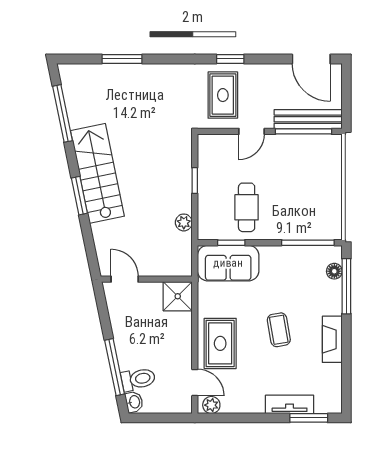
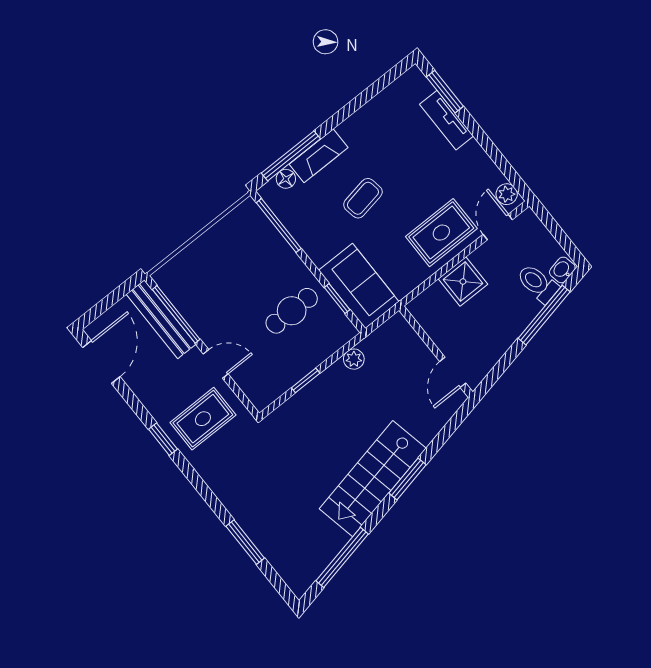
shower: (178, 296) -> (463, 281), moved
coffee table: (279, 330) -> (363, 198), moved
fireplace: (332, 339) -> (319, 156), moved

